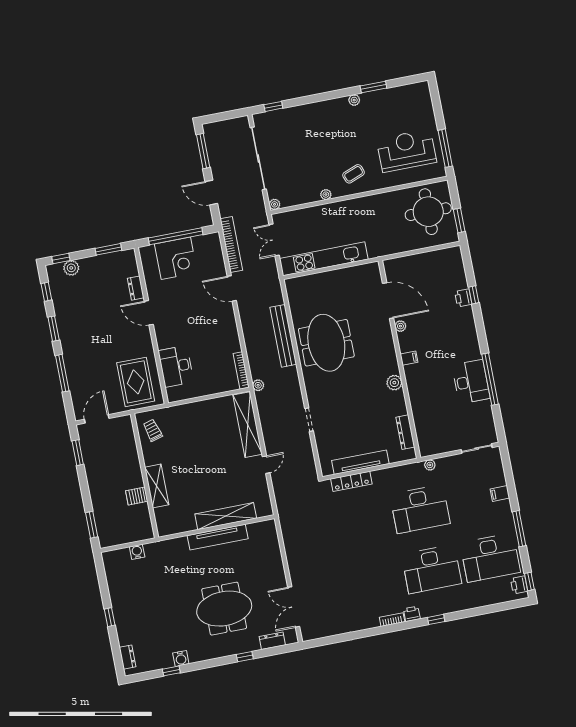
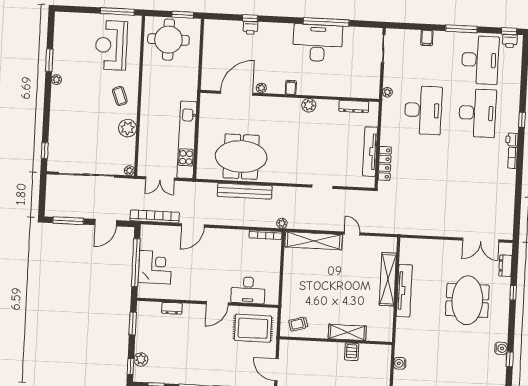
plant: (326, 195) -> (128, 128), width x1.87, depth x1.87
door: (149, 313) -> (217, 303), moved
meeting table: (326, 343) -> (241, 157), moved
desk: (471, 382) -> (318, 43), width x1.36, depth x1.30

